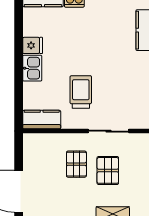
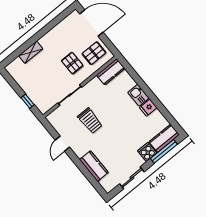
trolley: (81, 92) -> (90, 121), moved
pallet: (108, 170) -> (94, 53), moved, turned 90

